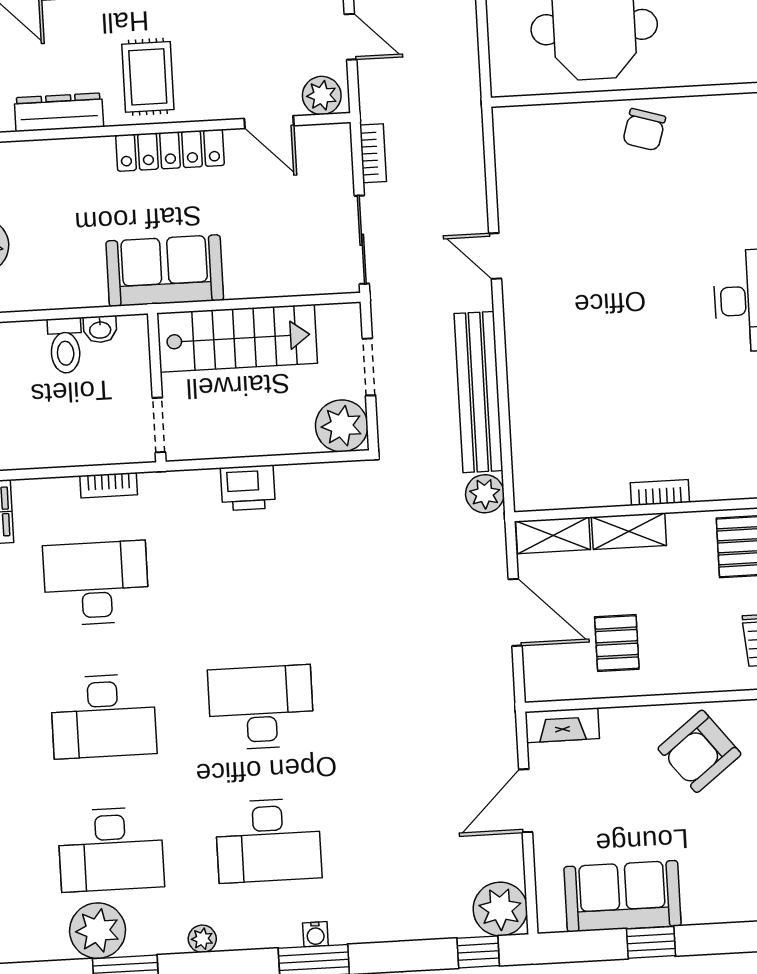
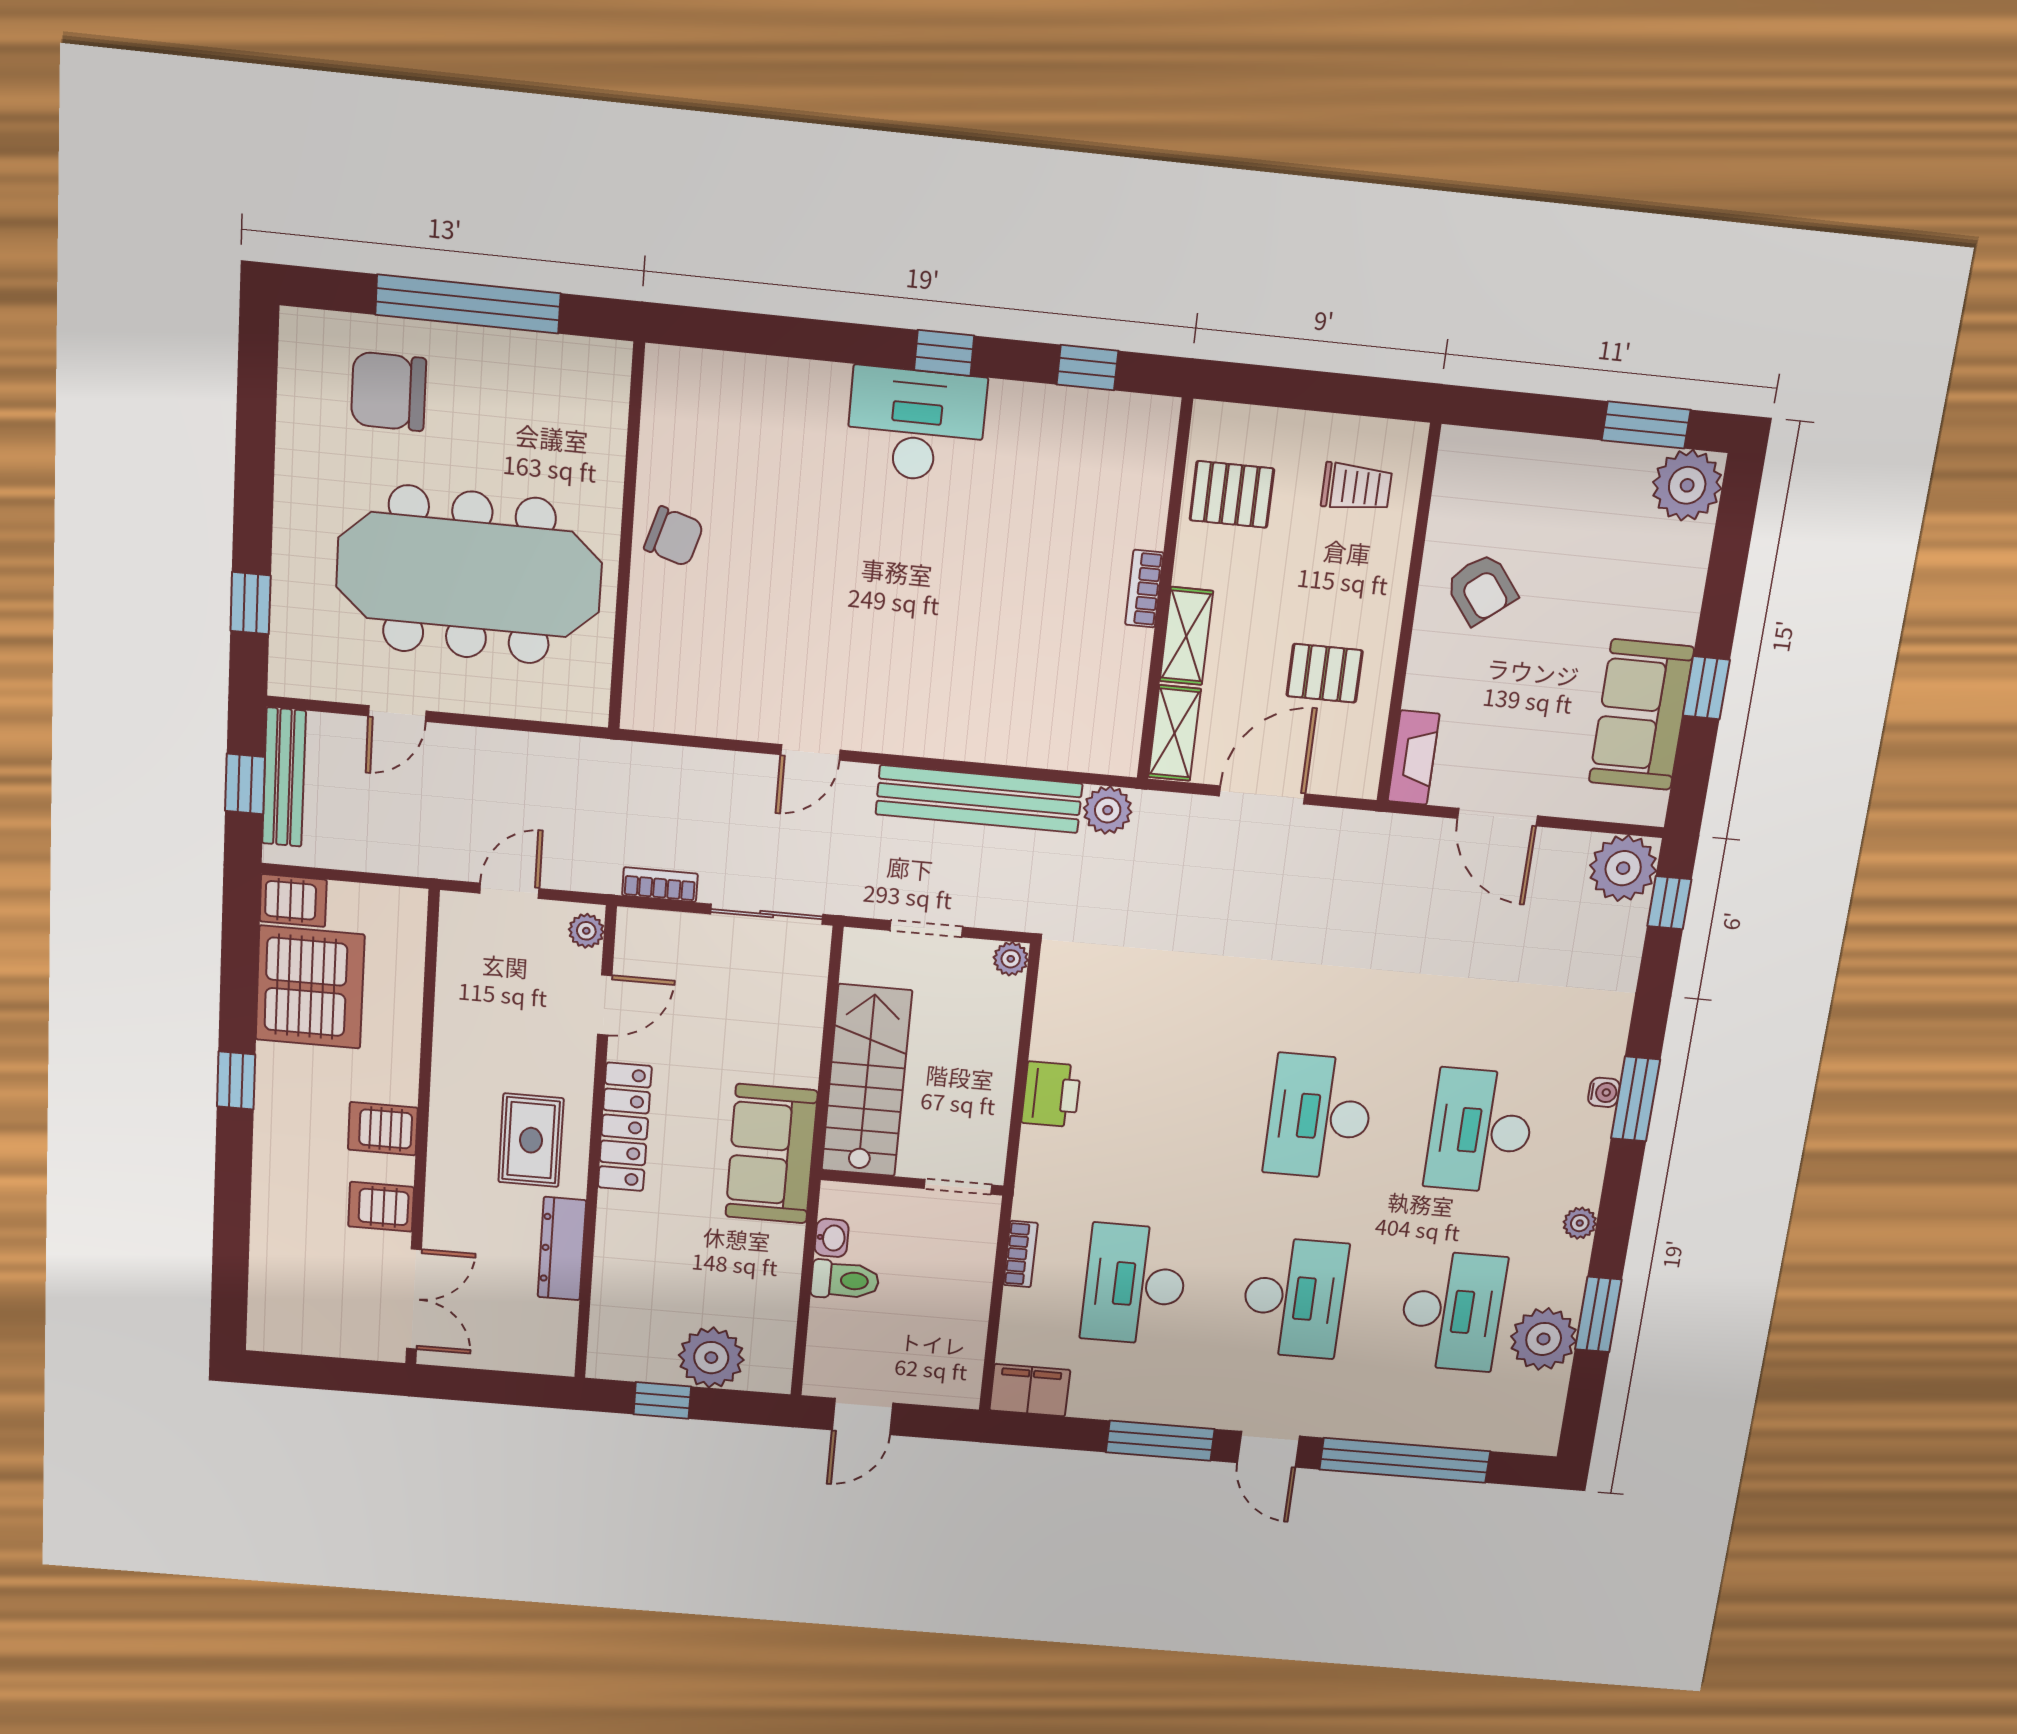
rug: (148, 77) -> (531, 1140), turned 90
plant: (322, 95) -> (586, 931), width x0.73, depth x0.73
plant: (342, 426) -> (1011, 959), width x0.53, depth x0.53
armchair: (699, 751) -> (1481, 589), width x0.72, depth x0.72
desk: (268, 841) -> (1480, 1131), turned 180

